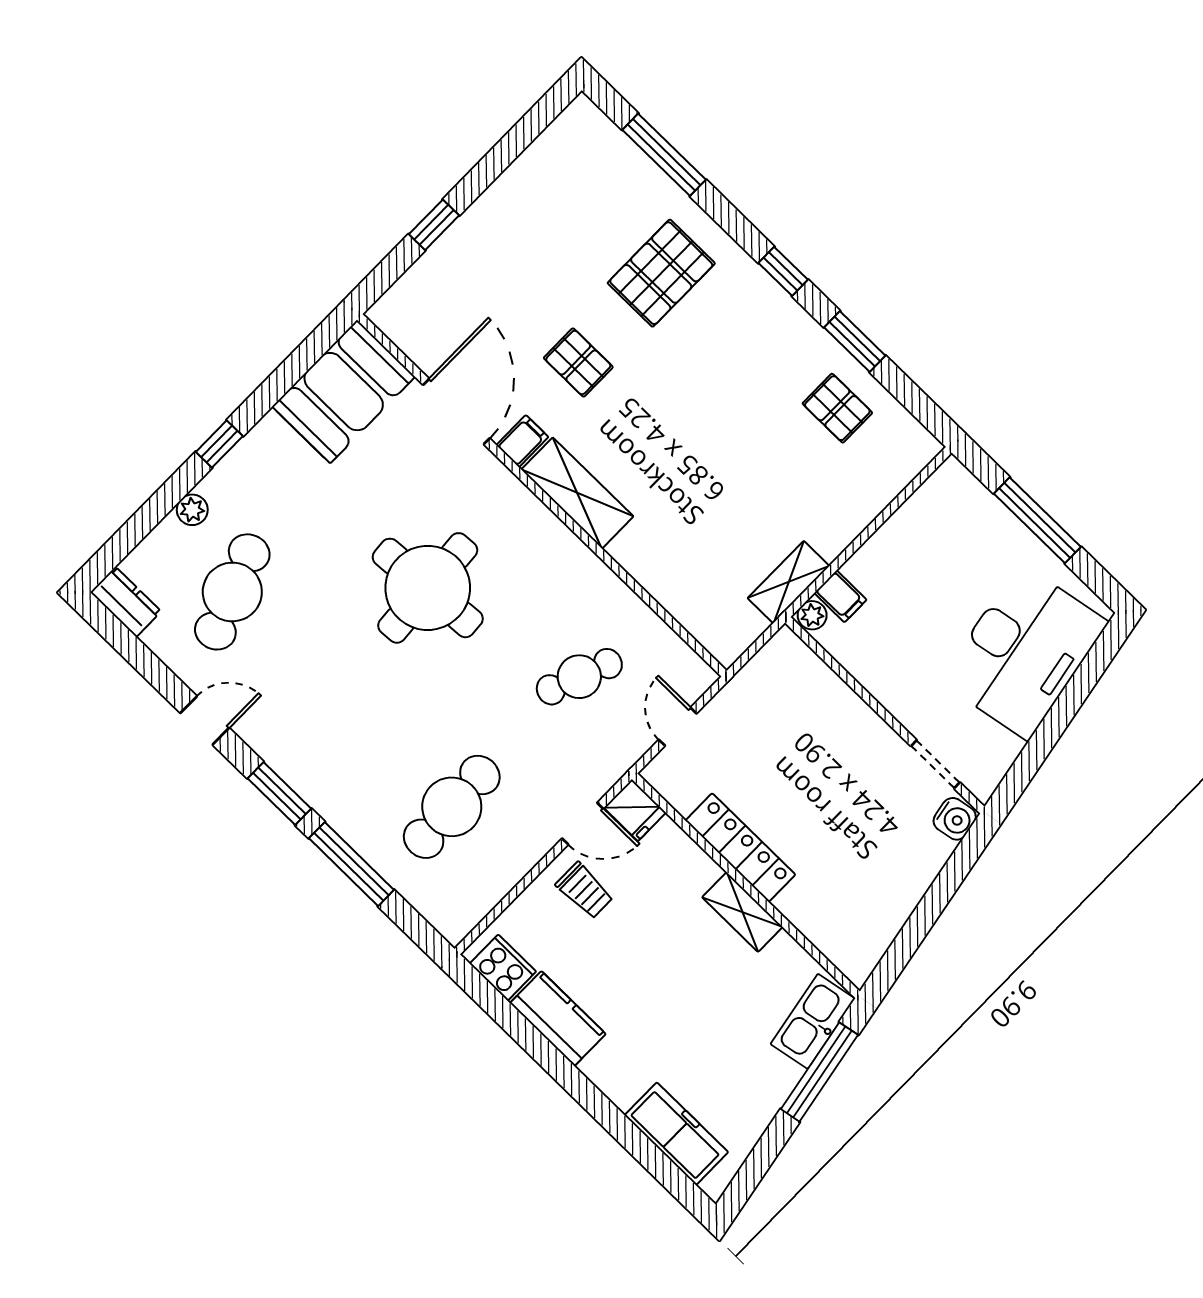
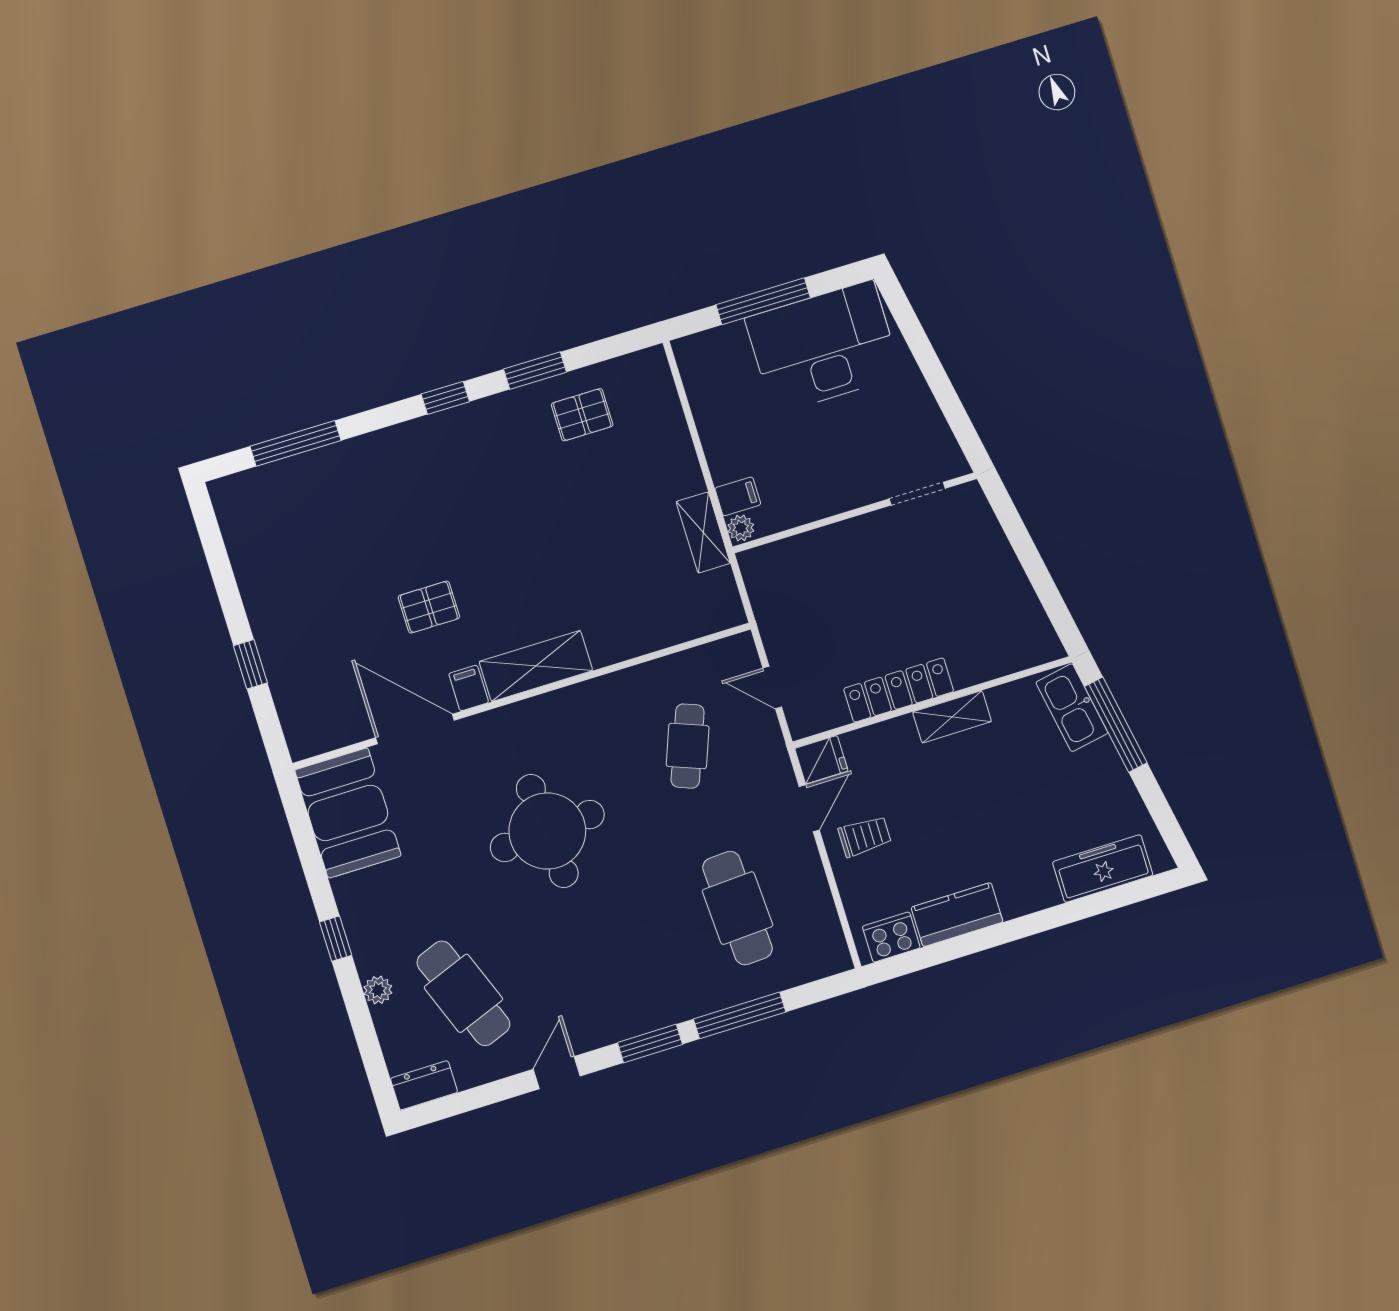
pallet: (661, 273) -> (392, 499), removed
desk: (1024, 652) -> (823, 347), moved, turned -80
water cooler: (955, 819) -> (970, 502), removed

